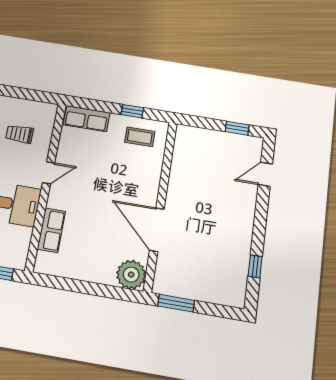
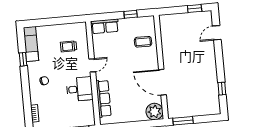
coffee table: (140, 137) -> (143, 42), moved
row of seats: (51, 230) -> (103, 99), width x1.48

